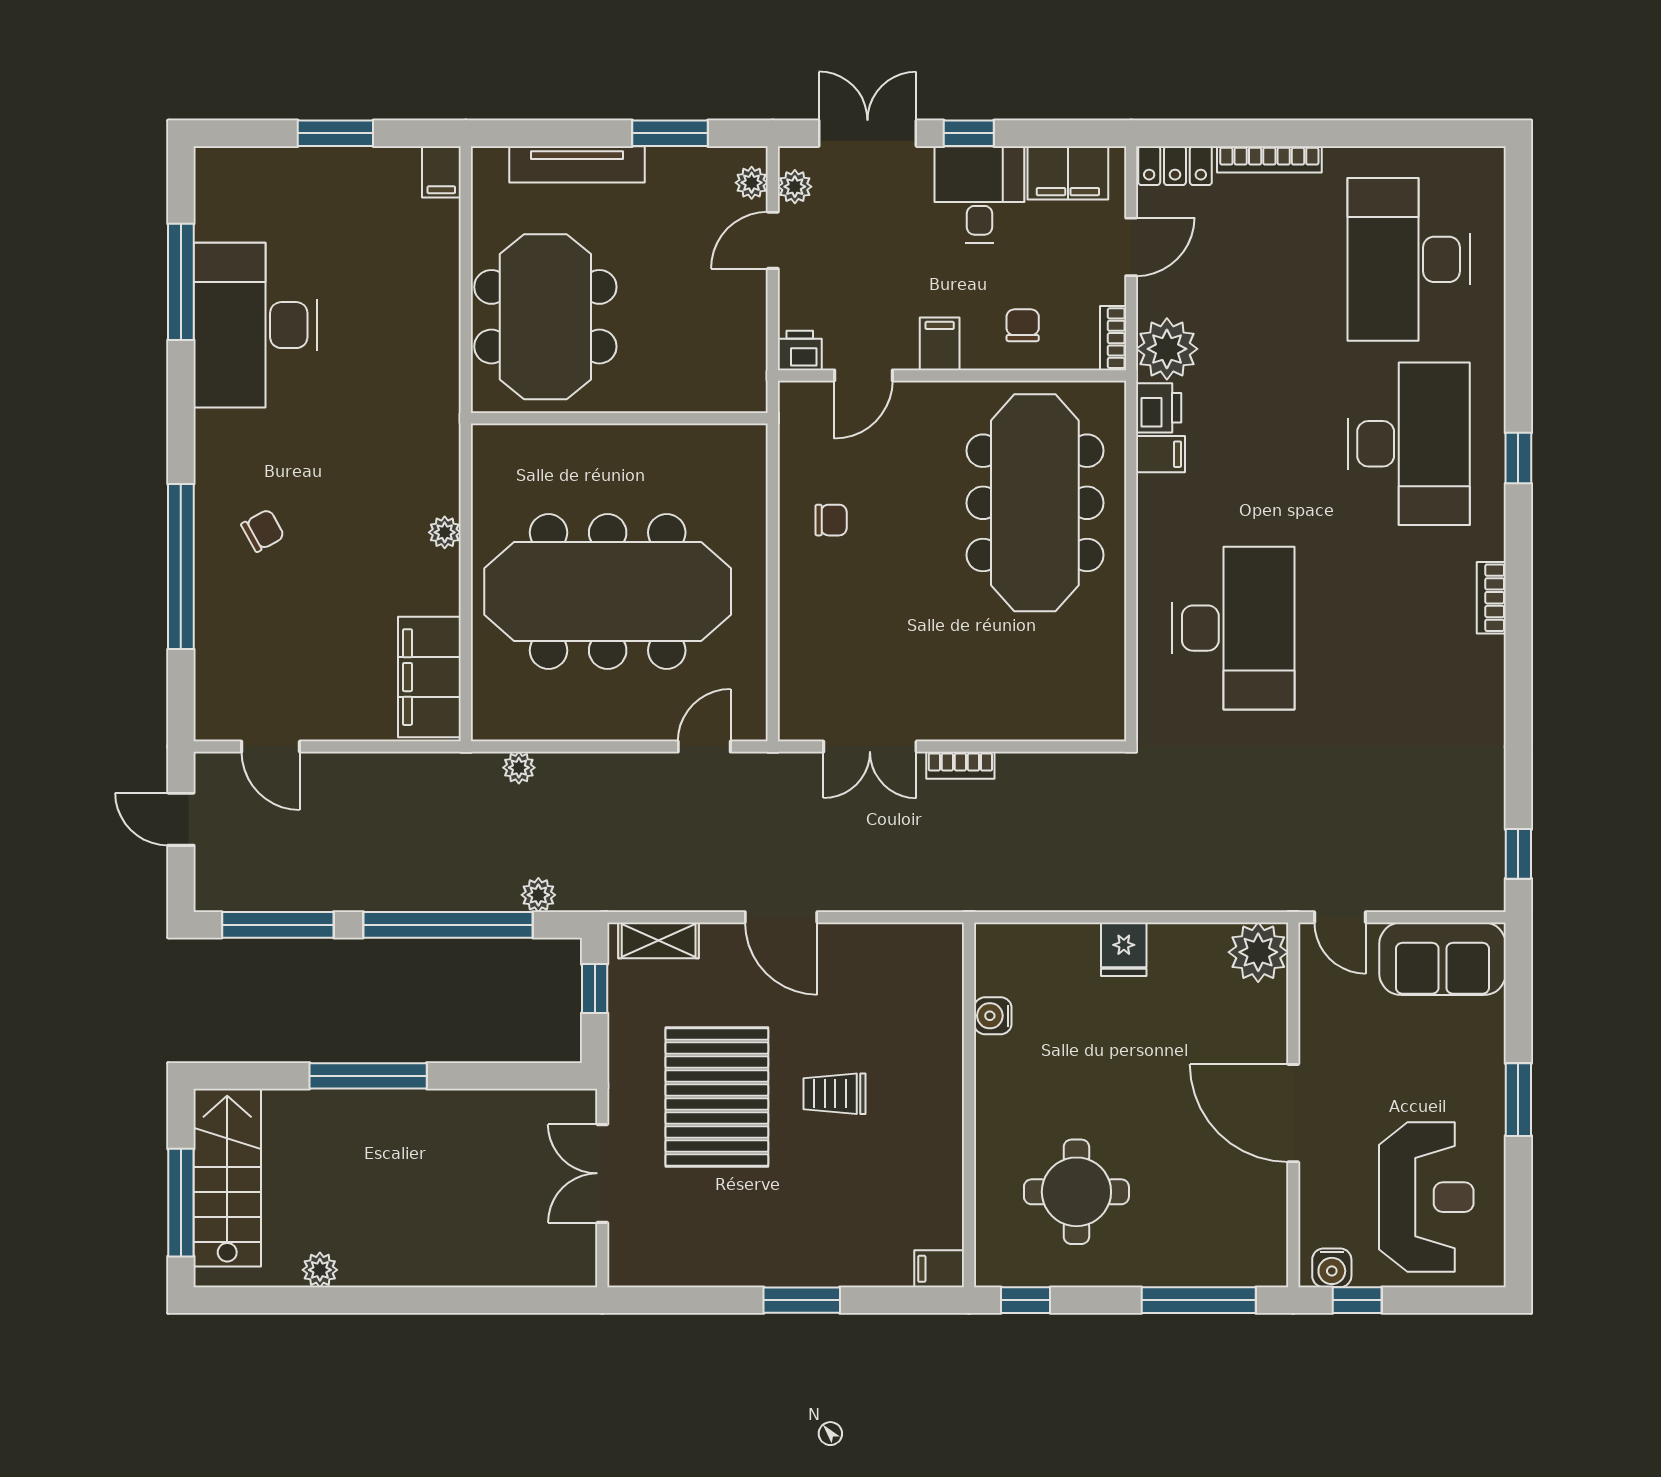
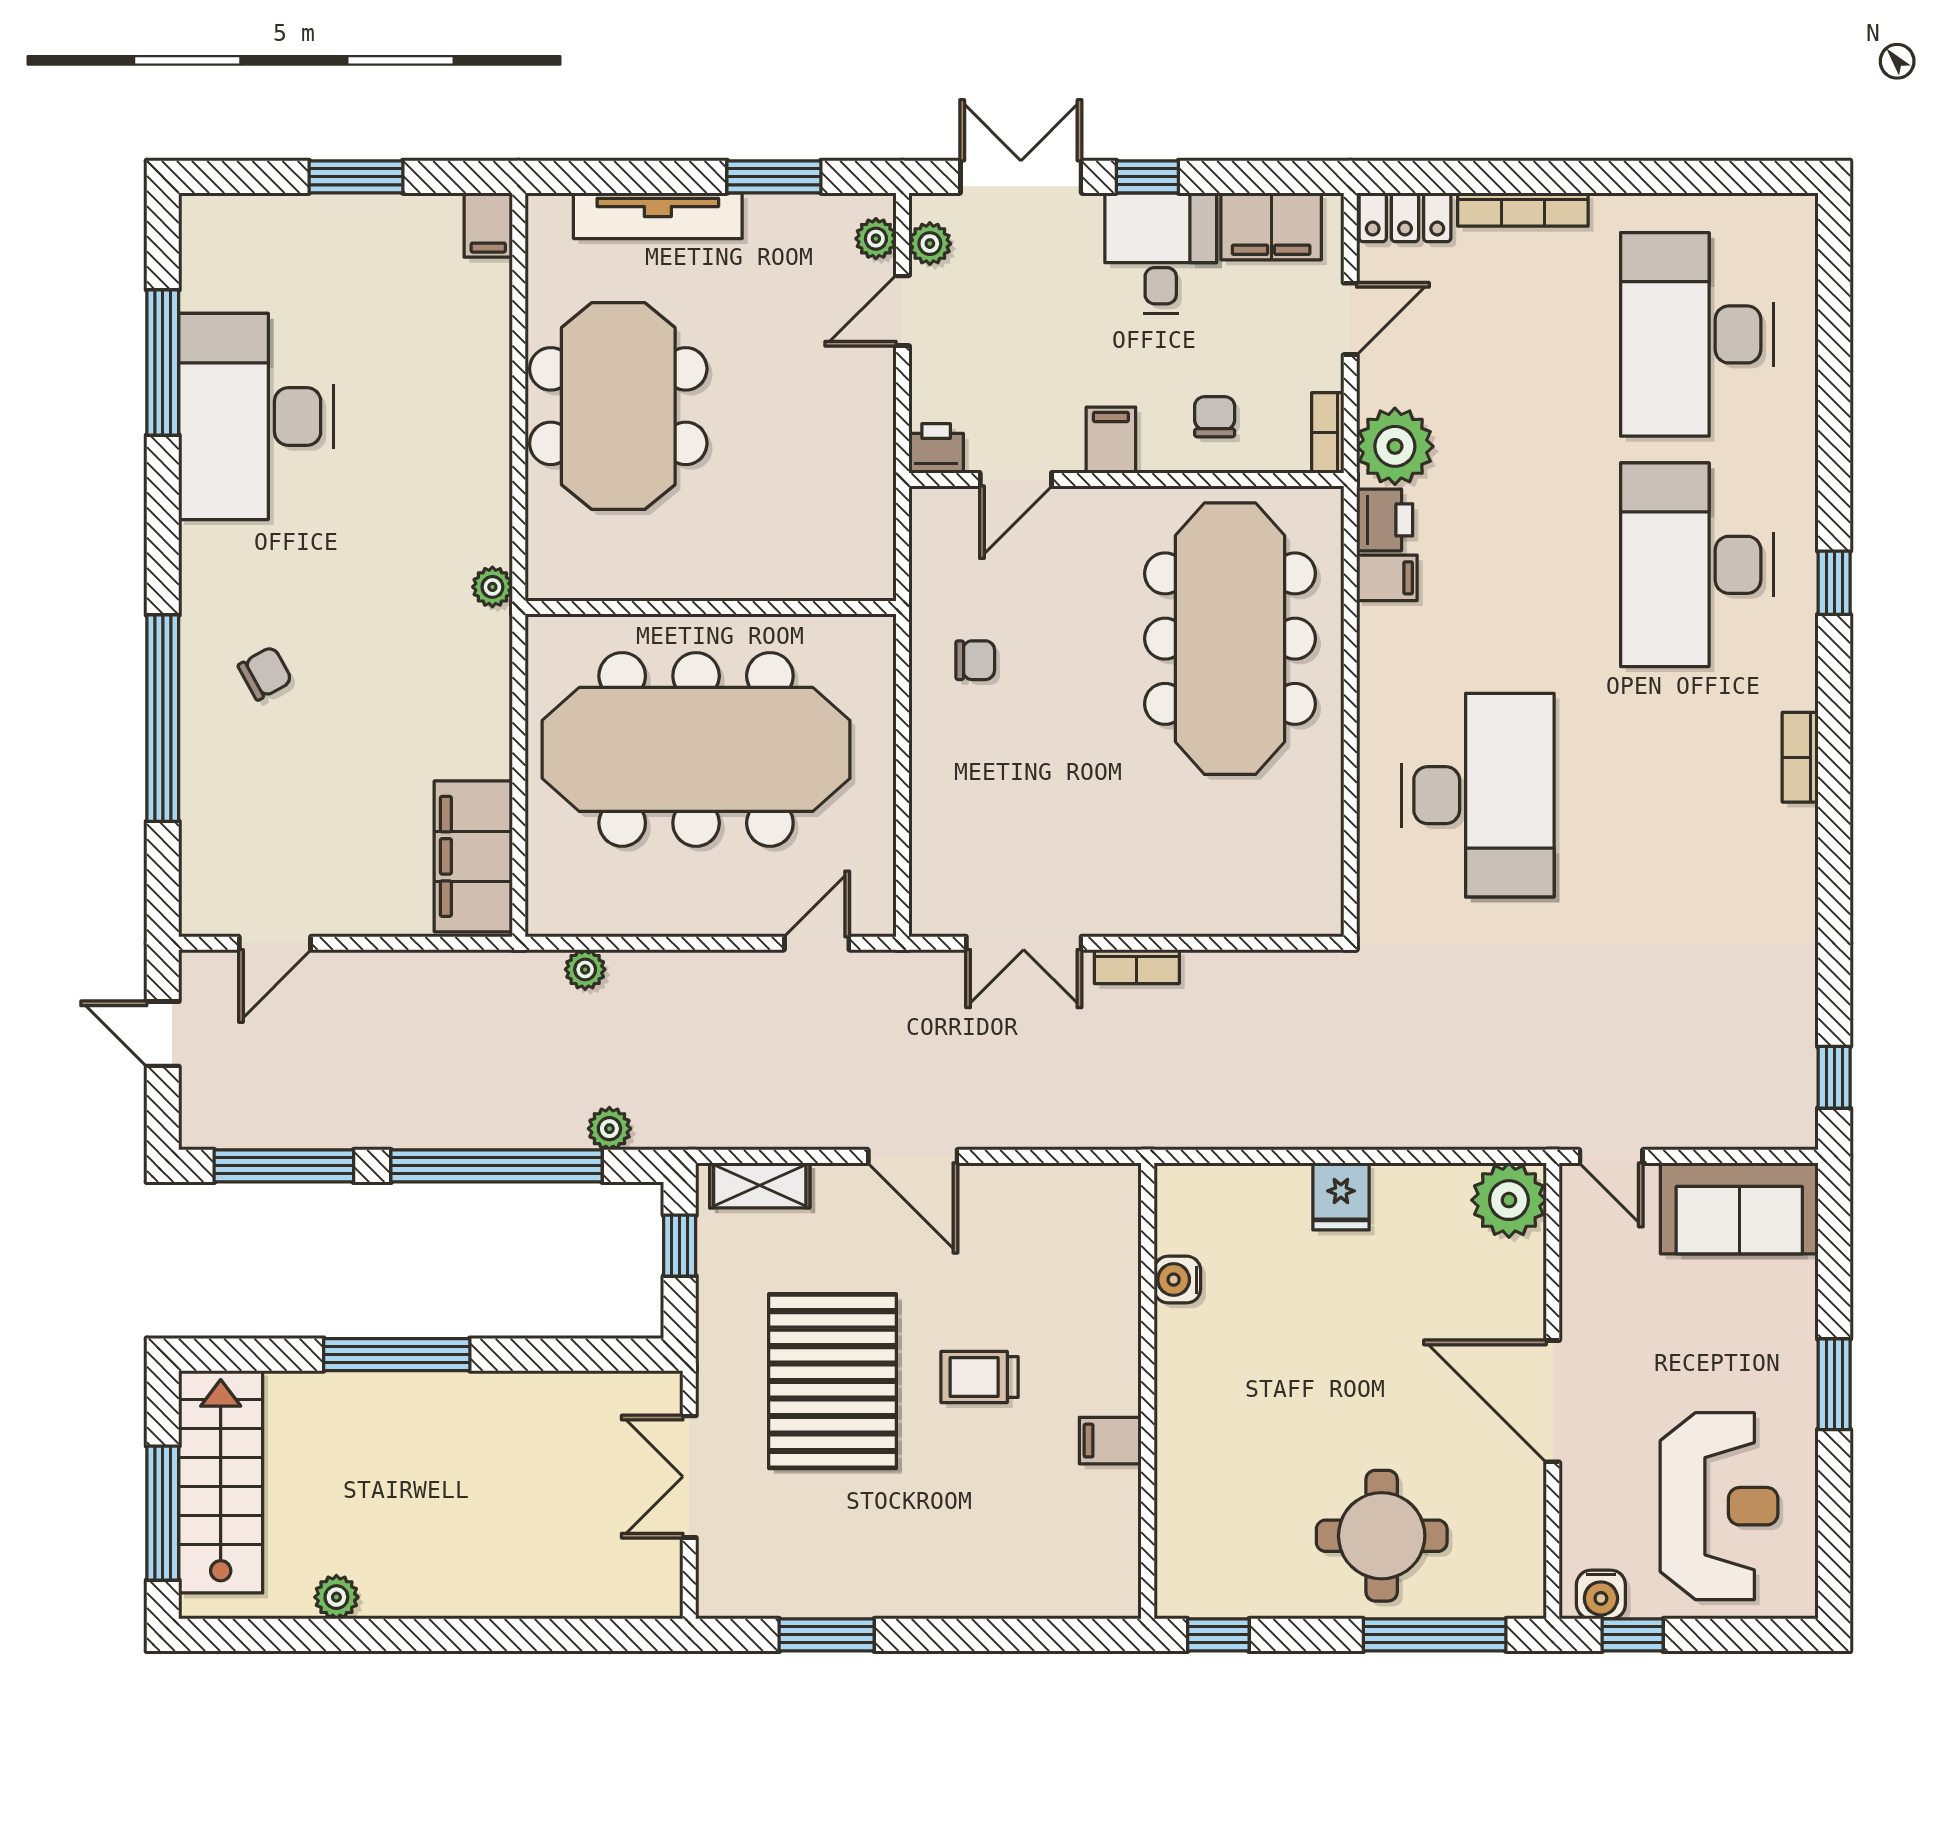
wall: (619, 418) -> (711, 607), moved
desk: (1409, 444) -> (1697, 565), turned 180
plant: (445, 532) -> (492, 587), moved
door: (271, 747) -> (275, 943), hinge flipped
round table: (1076, 1192) -> (1382, 1536), moved
filing cabinet: (939, 1269) -> (1110, 1441), moved
window: (802, 1300) -> (827, 1635), moved

